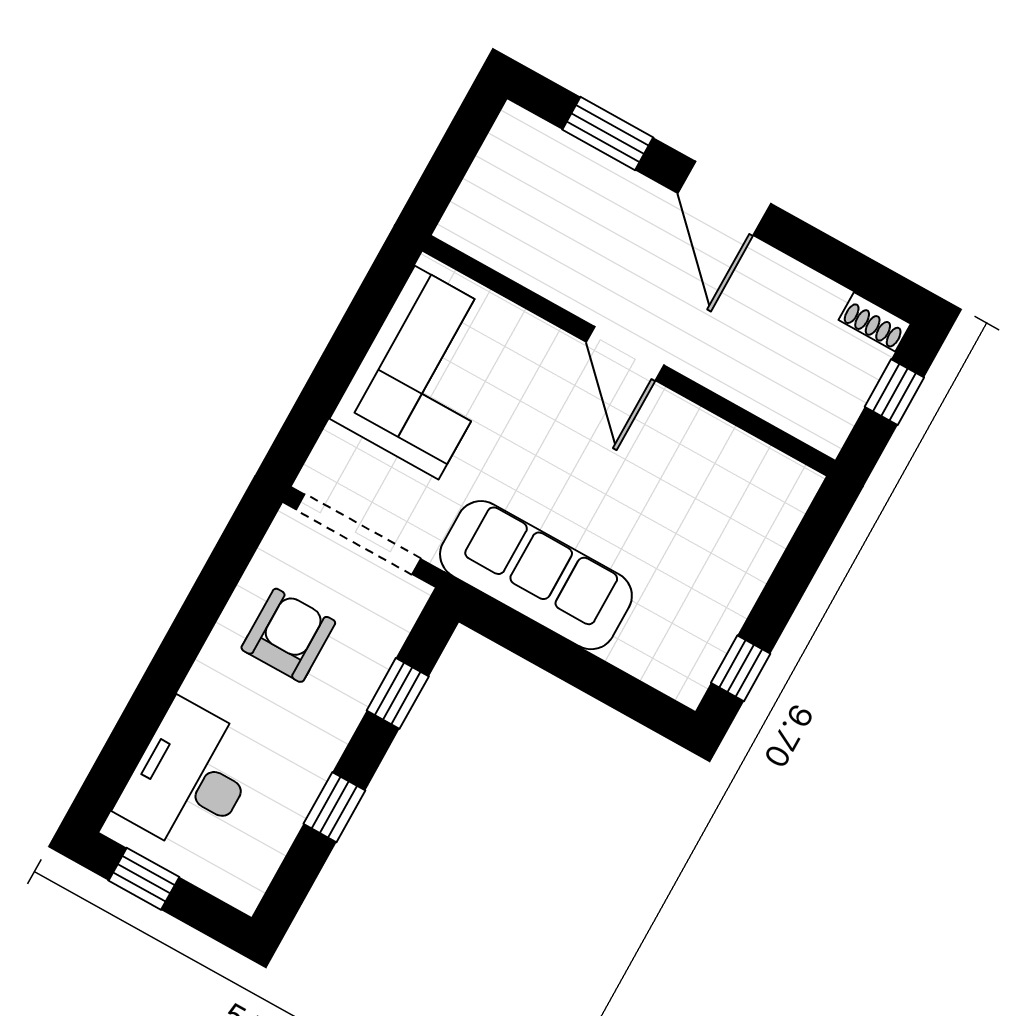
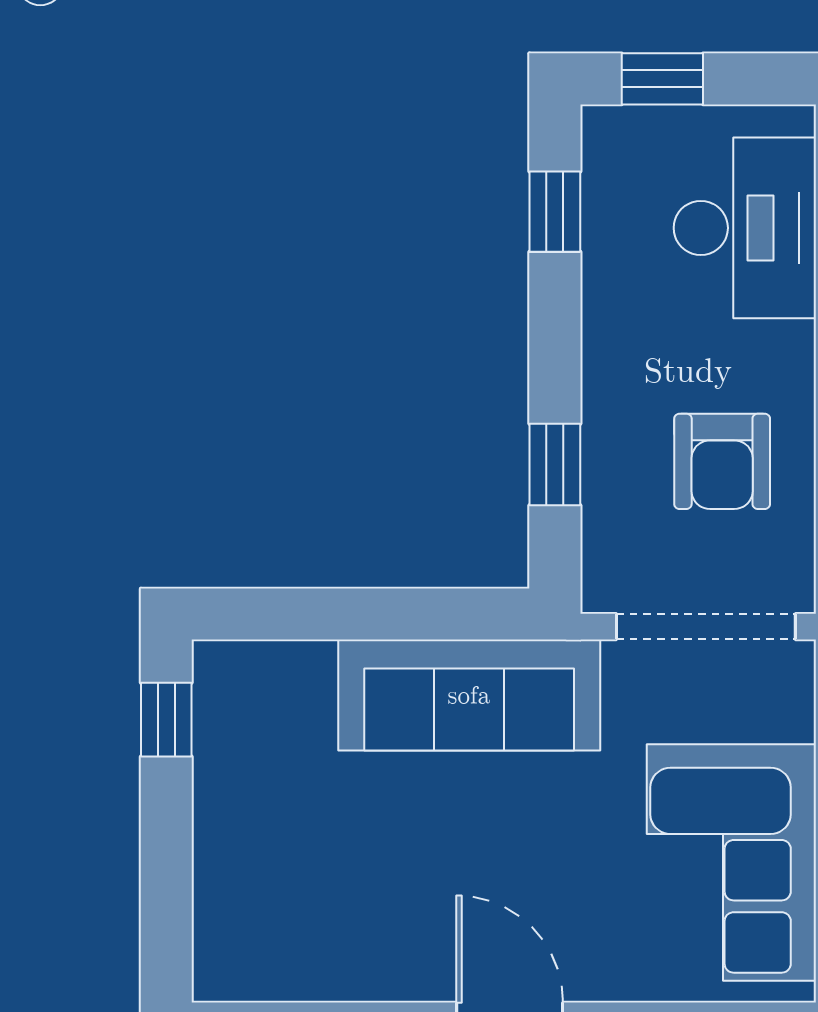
window: (334, 807) -> (555, 212), moved
window: (144, 879) -> (662, 79), moved

